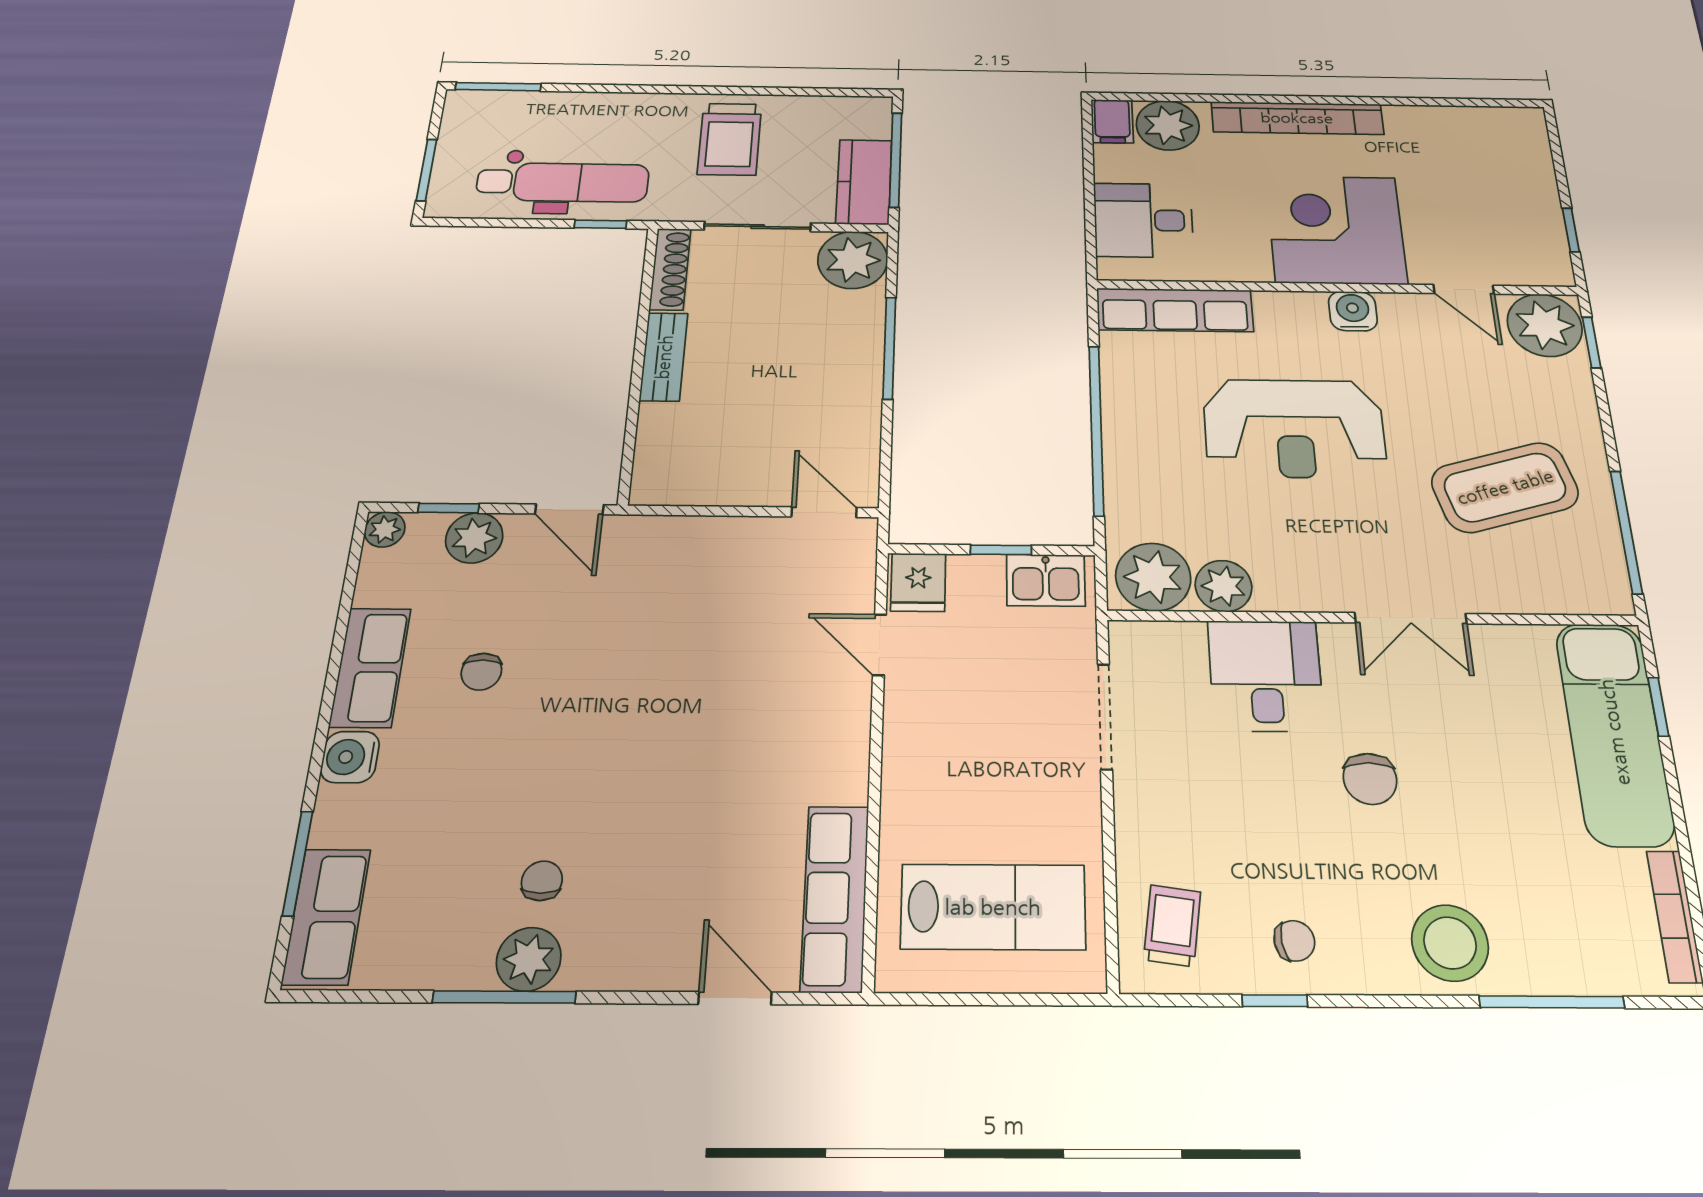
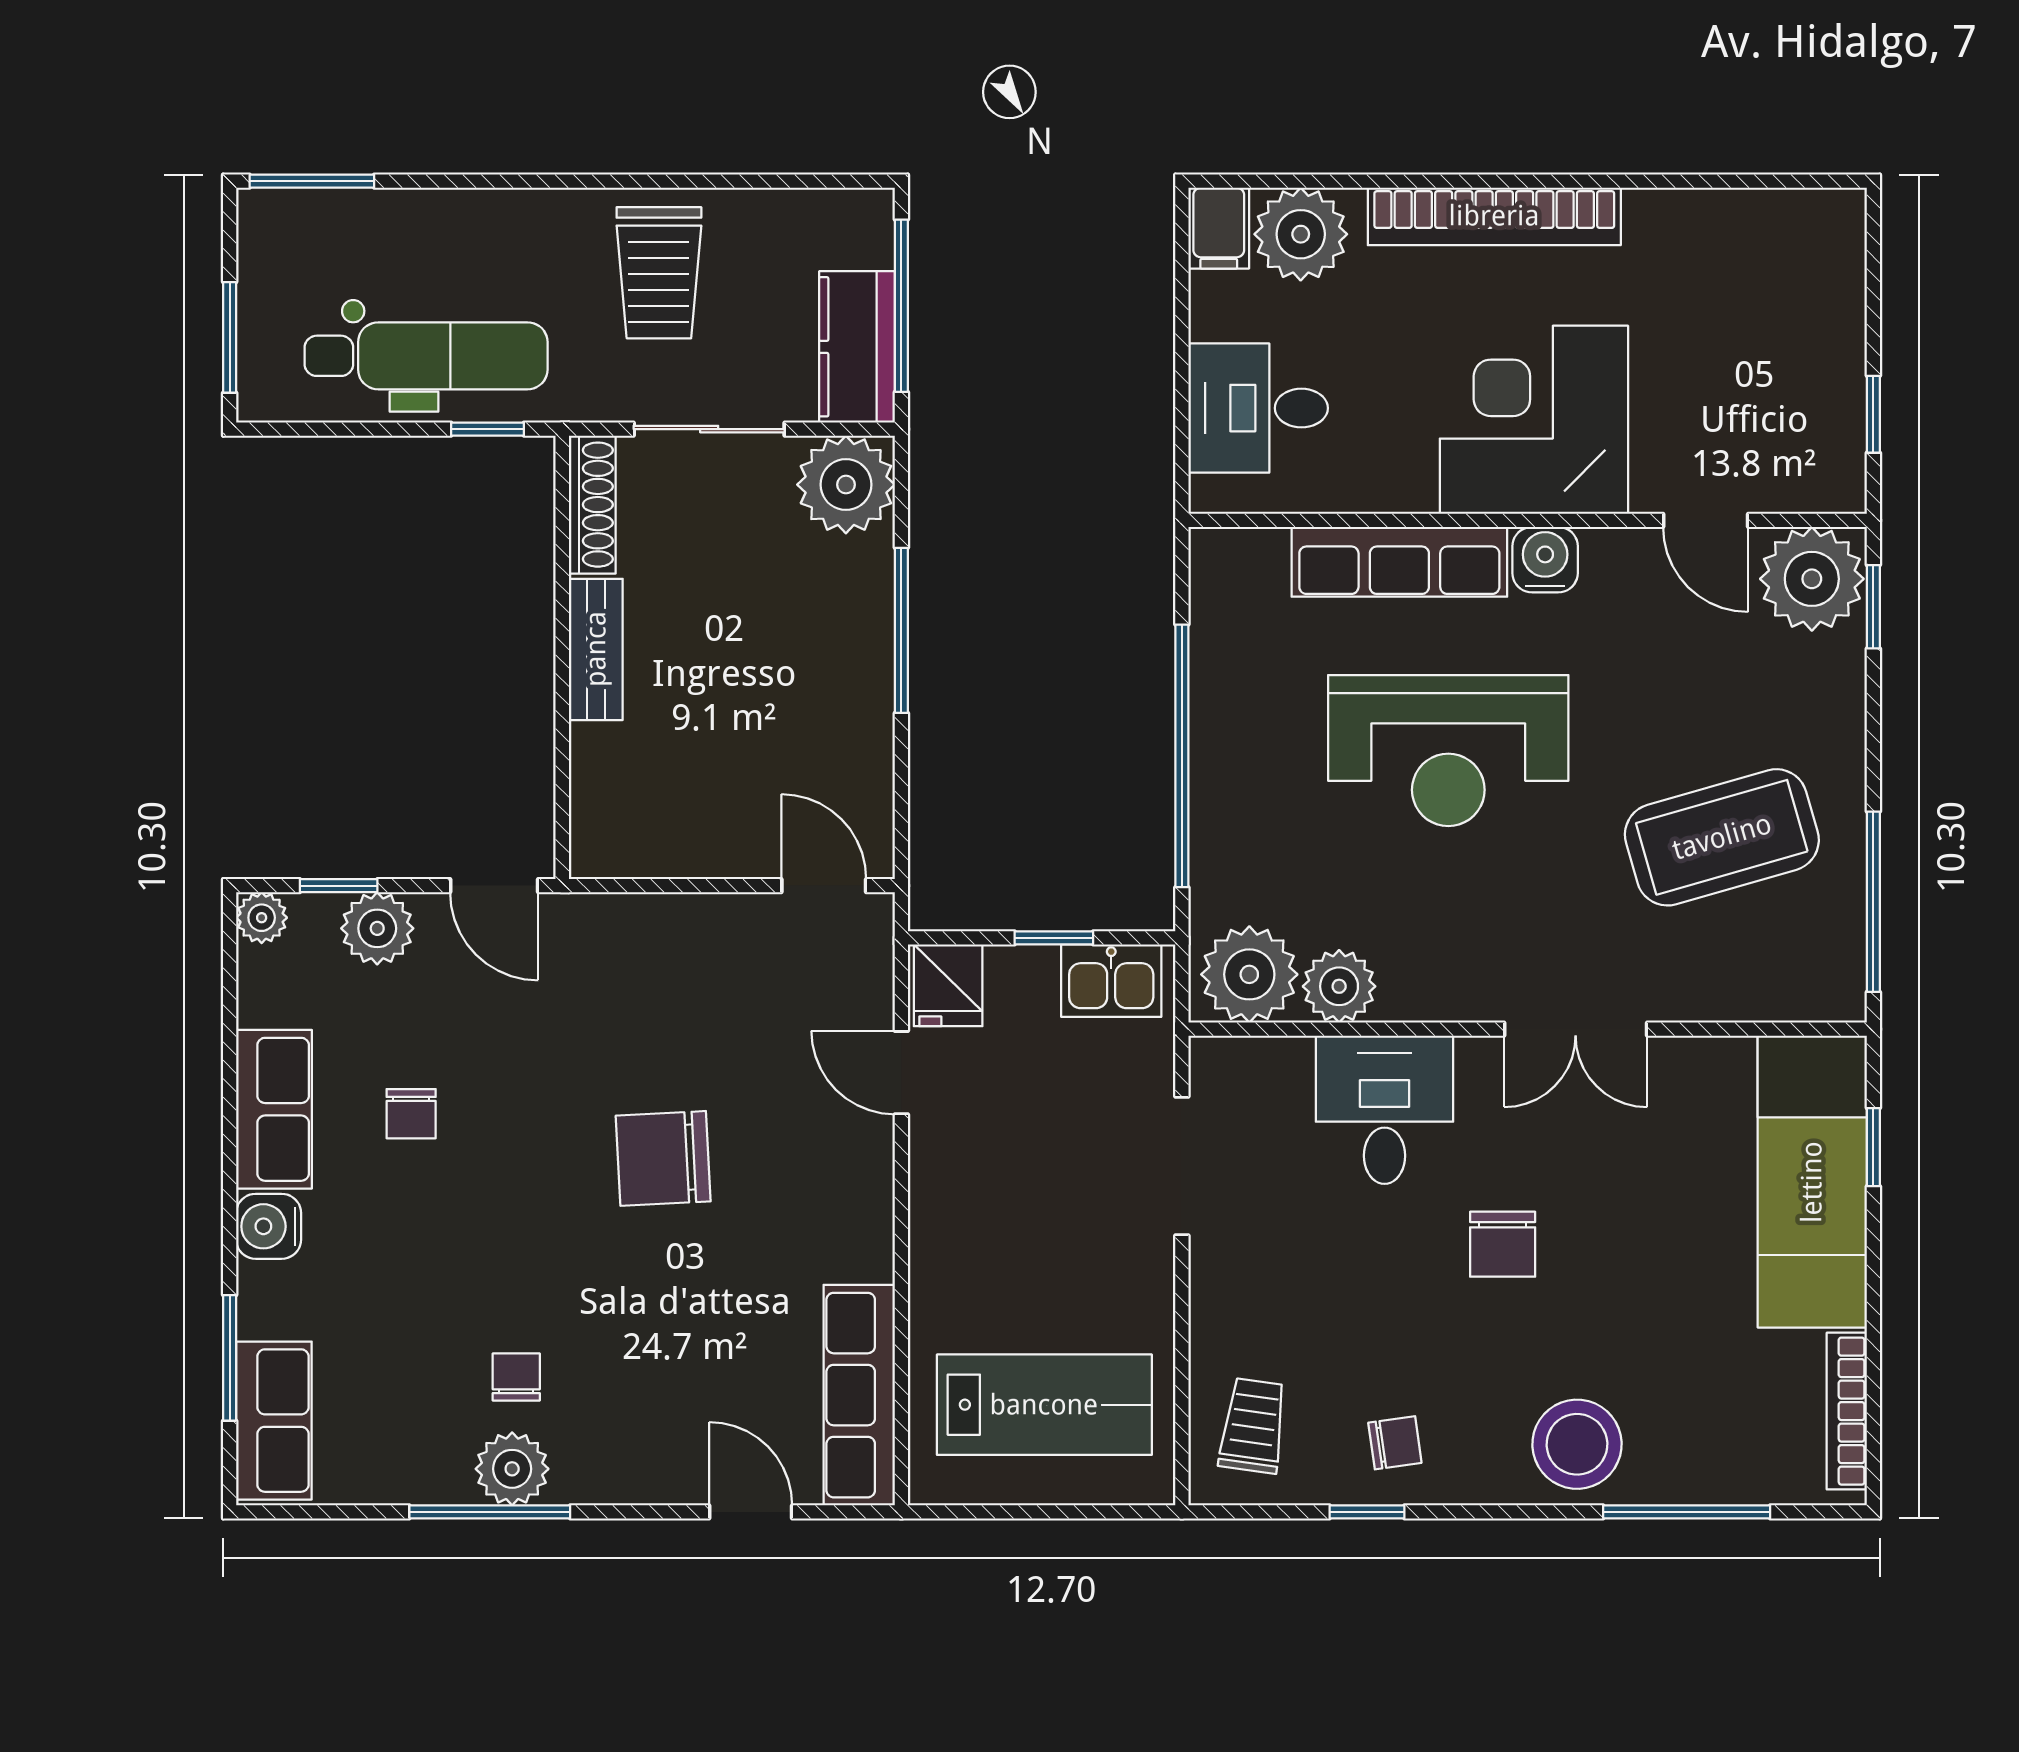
row of seats: (1175, 310) -> (1399, 562), moved
chair: (683, 707) -> (663, 1158), added

